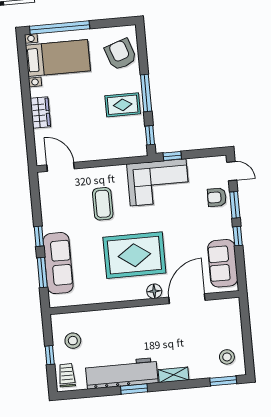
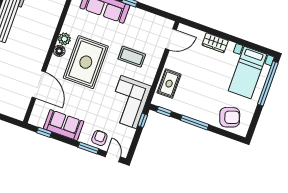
rug: (123, 105) -> (169, 84), moved
door: (232, 171) -> (113, 157), swing flipped
window: (238, 236) -> (44, 132), moved
sofa: (223, 263) -> (64, 125), moved
floor lamp: (154, 291) -> (59, 51), moved
plant: (119, 293) -> (64, 39), added

